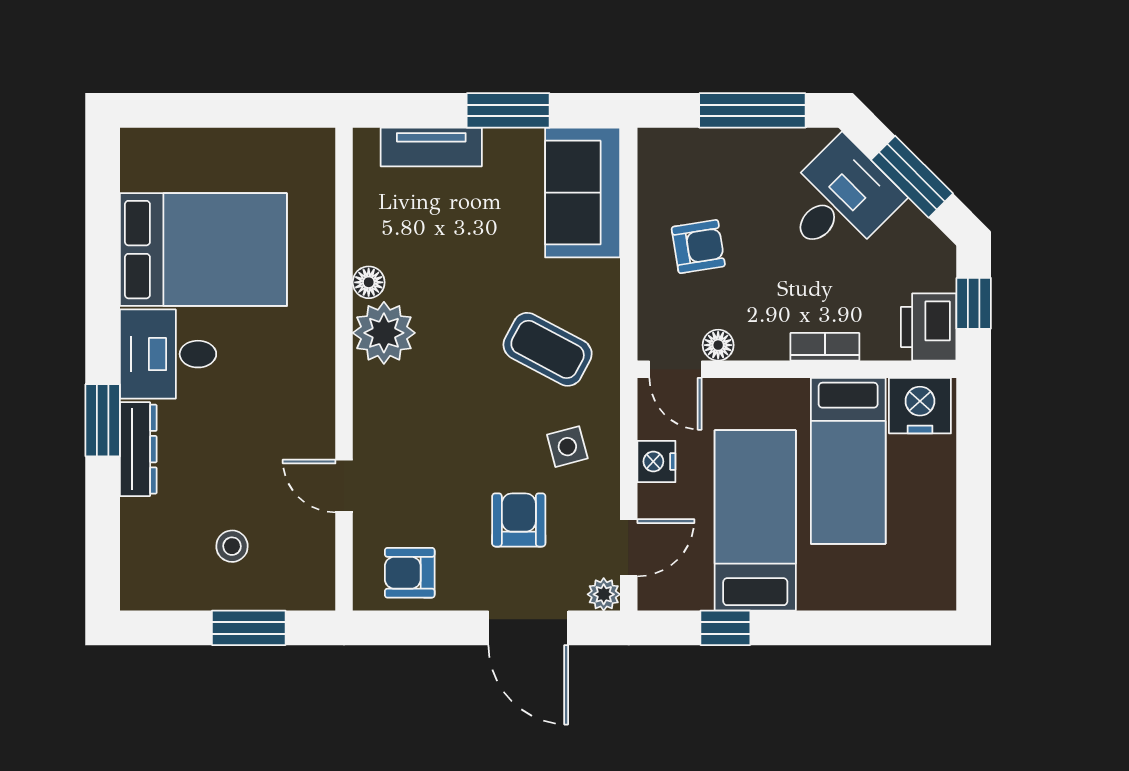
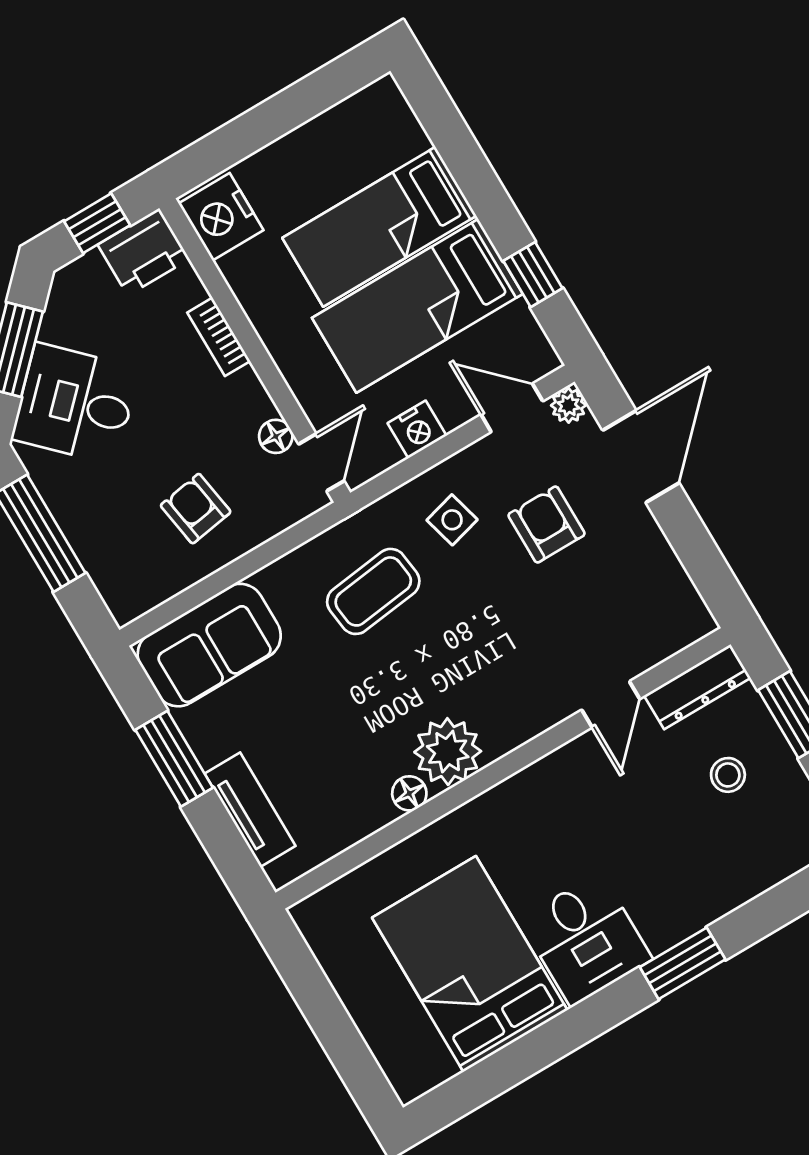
coffee table: (548, 349) -> (373, 591), turned 55
dresser: (138, 449) -> (697, 687), moved, turned 180
bed: (848, 461) -> (379, 227), moved, turned 180
armchair: (519, 520) -> (546, 524), turned 90
armchair: (410, 573) -> (655, 596), removed

